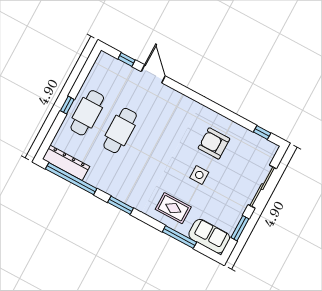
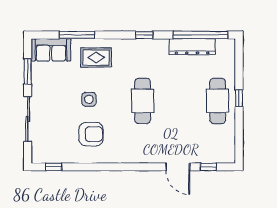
cafe table: (120, 130) -> (143, 101), moved
dresser: (66, 163) -> (192, 47), moved
window: (121, 205) -> (144, 35), width x0.67

